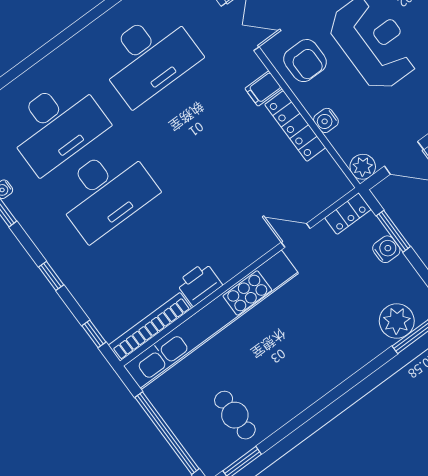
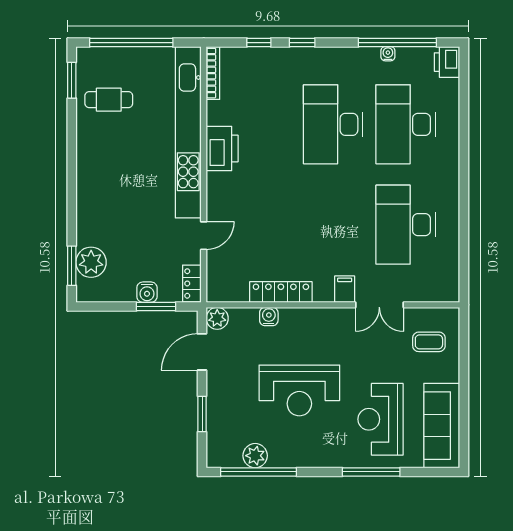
armchair: (305, 61) -> (322, 333), removed
filing cabinet: (264, 89) -> (345, 289), moved
printer: (199, 284) -> (222, 149), width x1.37, depth x1.19
bookcase: (150, 327) -> (213, 73), width x0.68, depth x0.76
window: (94, 334) -> (259, 43), moved

